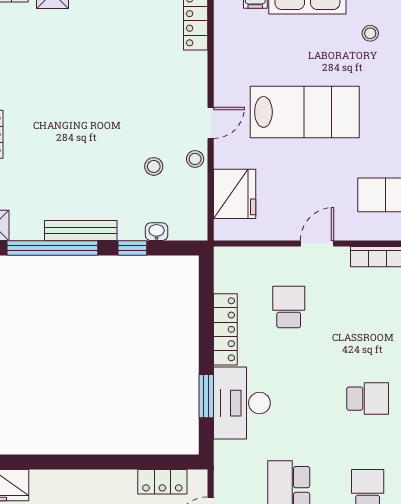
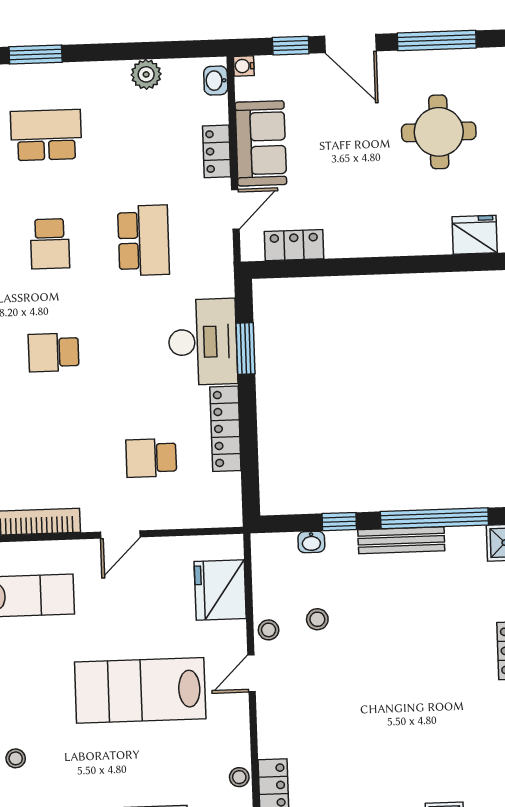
stool: (370, 33) -> (239, 777), moved
school desk: (289, 307) -> (151, 458), turned 90

